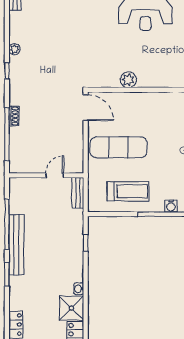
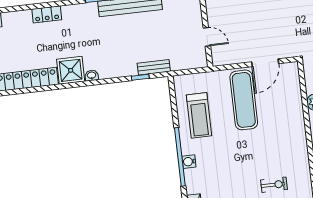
door: (86, 108) -> (265, 63), moved
bench: (78, 193) -> (154, 67), moved

